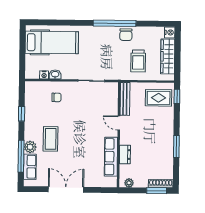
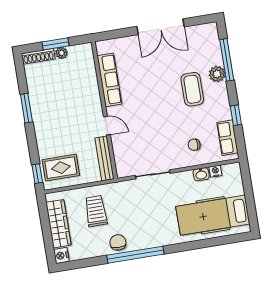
dresser: (125, 154) -> (92, 86), removed
row of seats: (30, 167) -> (227, 138), moved
plant: (129, 183) -> (62, 53), moved
window: (157, 191) -> (55, 44), moved

